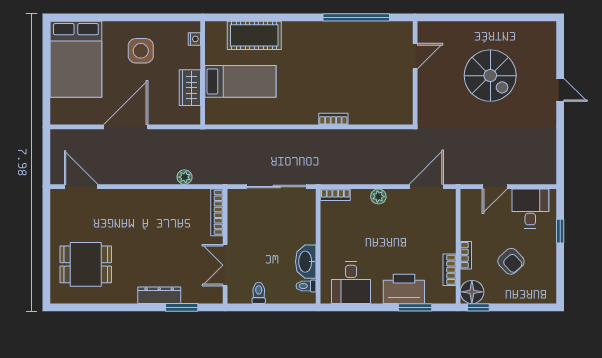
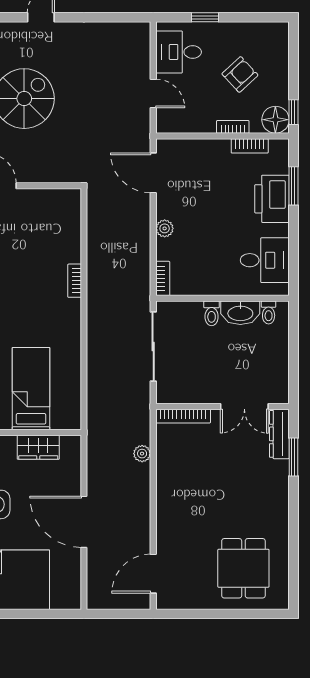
toilet: (259, 293) -> (212, 313), moved, turned -90
dresser: (159, 295) -> (279, 434), moved

